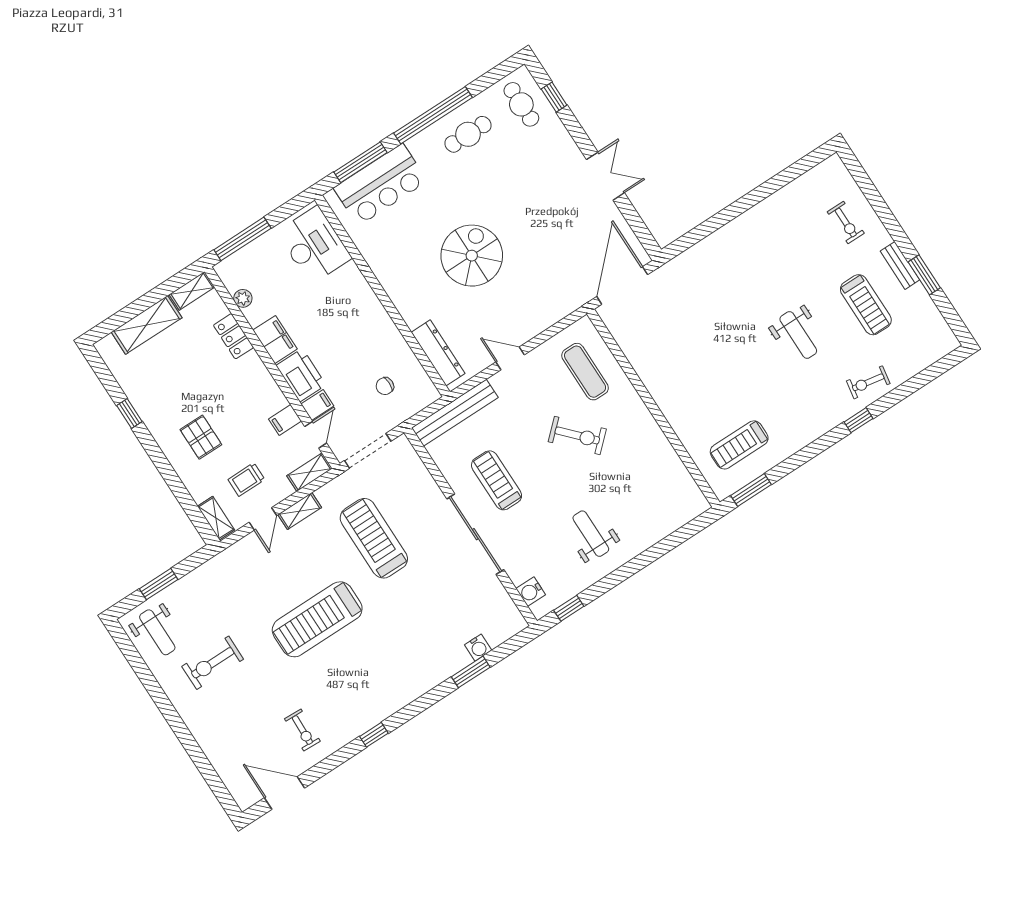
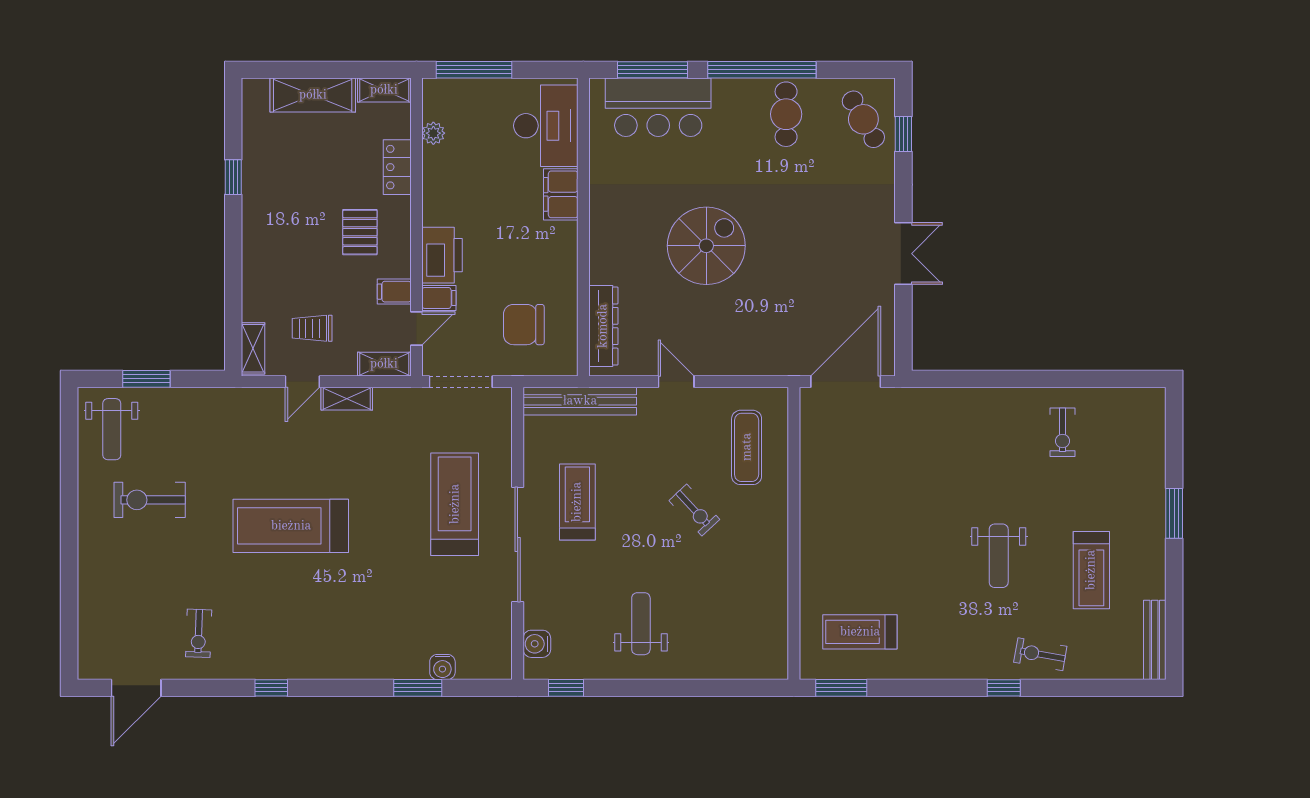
cafe table: (521, 104) -> (863, 119), turned -30
cafe table: (468, 134) -> (786, 114), turned 90
exercise bike: (846, 223) -> (1063, 432), moved
bench: (900, 265) -> (1155, 640), moved, width x1.36
window: (924, 275) -> (1174, 513), moved
filing cabinet: (275, 340) -> (561, 194), moved, turned 180
chair: (385, 386) -> (524, 325), width x1.87, depth x1.87
exercise bike: (577, 435) -> (694, 510), width x0.73, depth x0.72
pallet: (201, 437) -> (360, 232), moved
treadmill: (374, 538) -> (455, 504), moved
door: (285, 793) -> (136, 688), swing flipped

